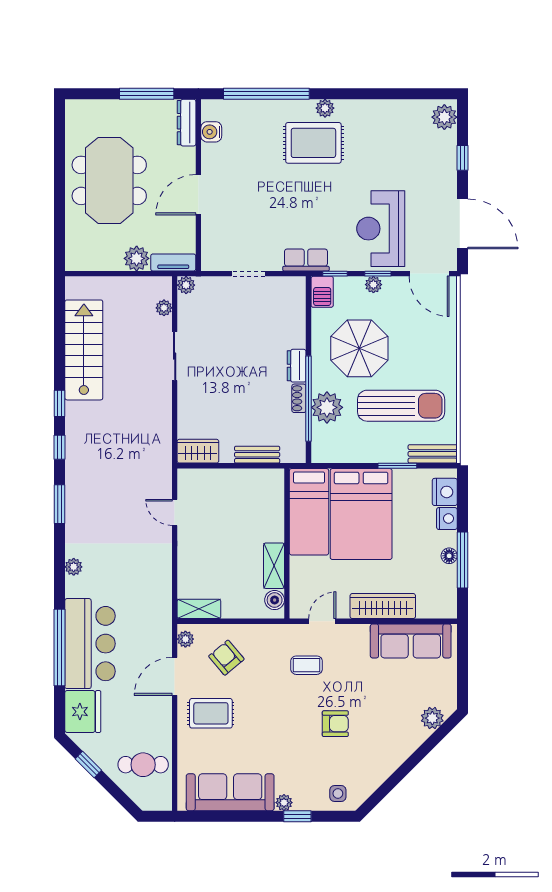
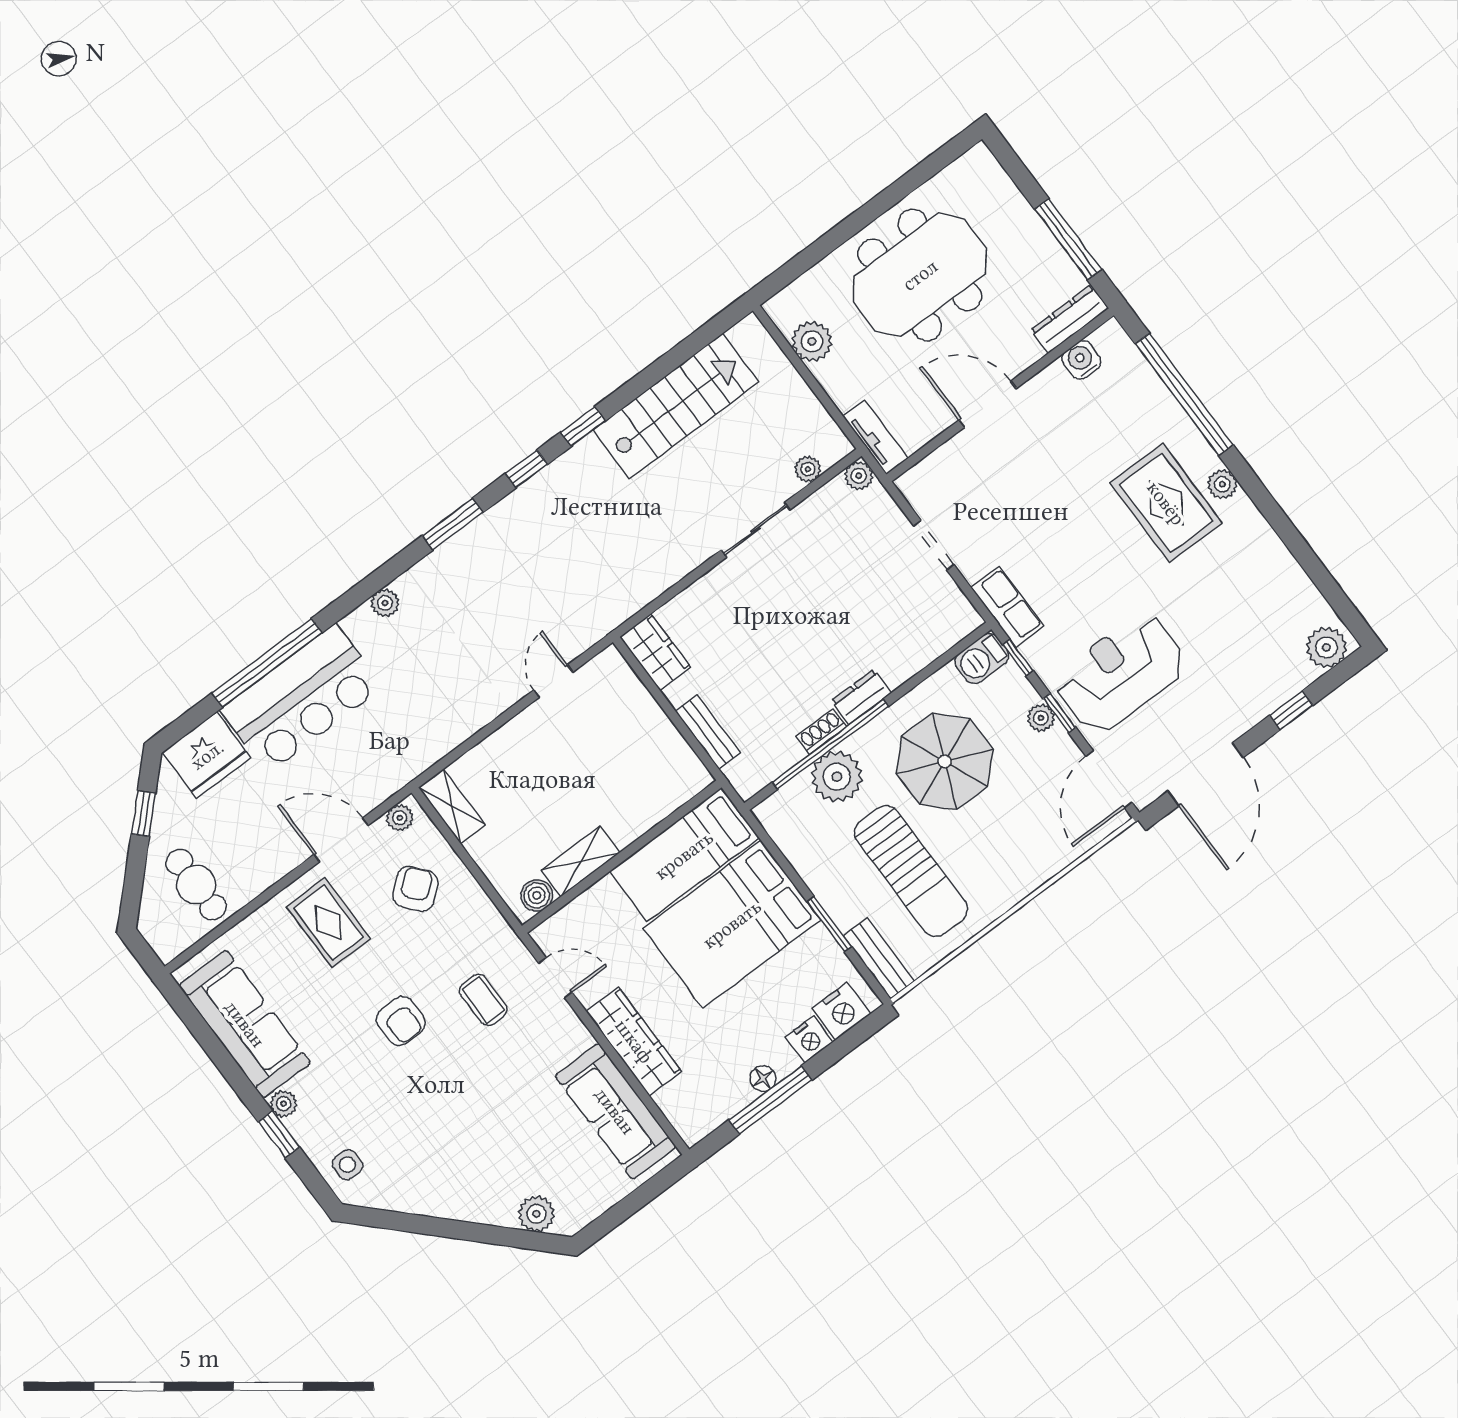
plant: (137, 258) -> (812, 341), moved
armchair: (335, 724) -> (401, 1021), moved

